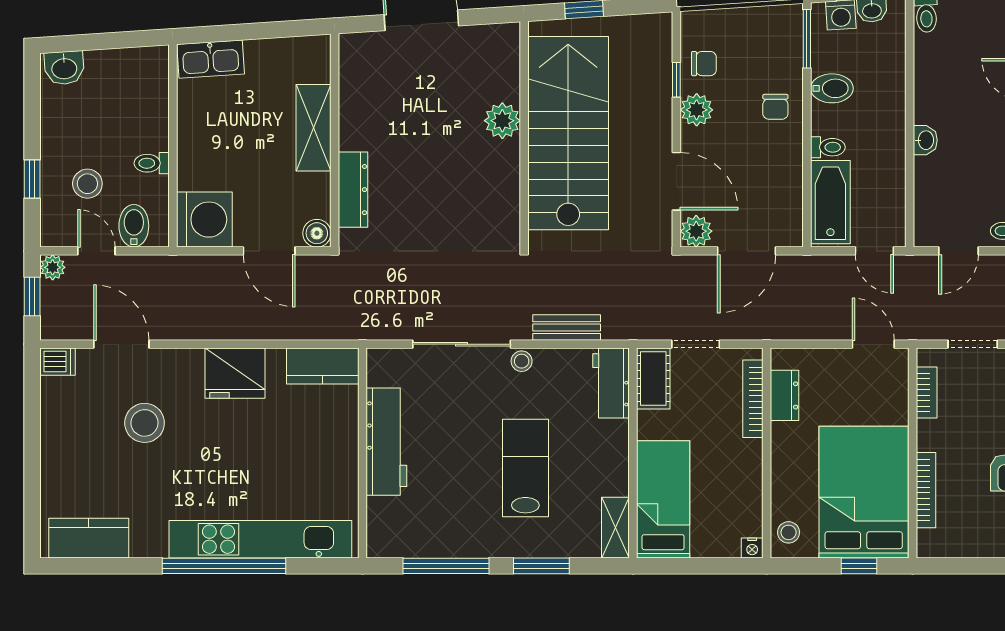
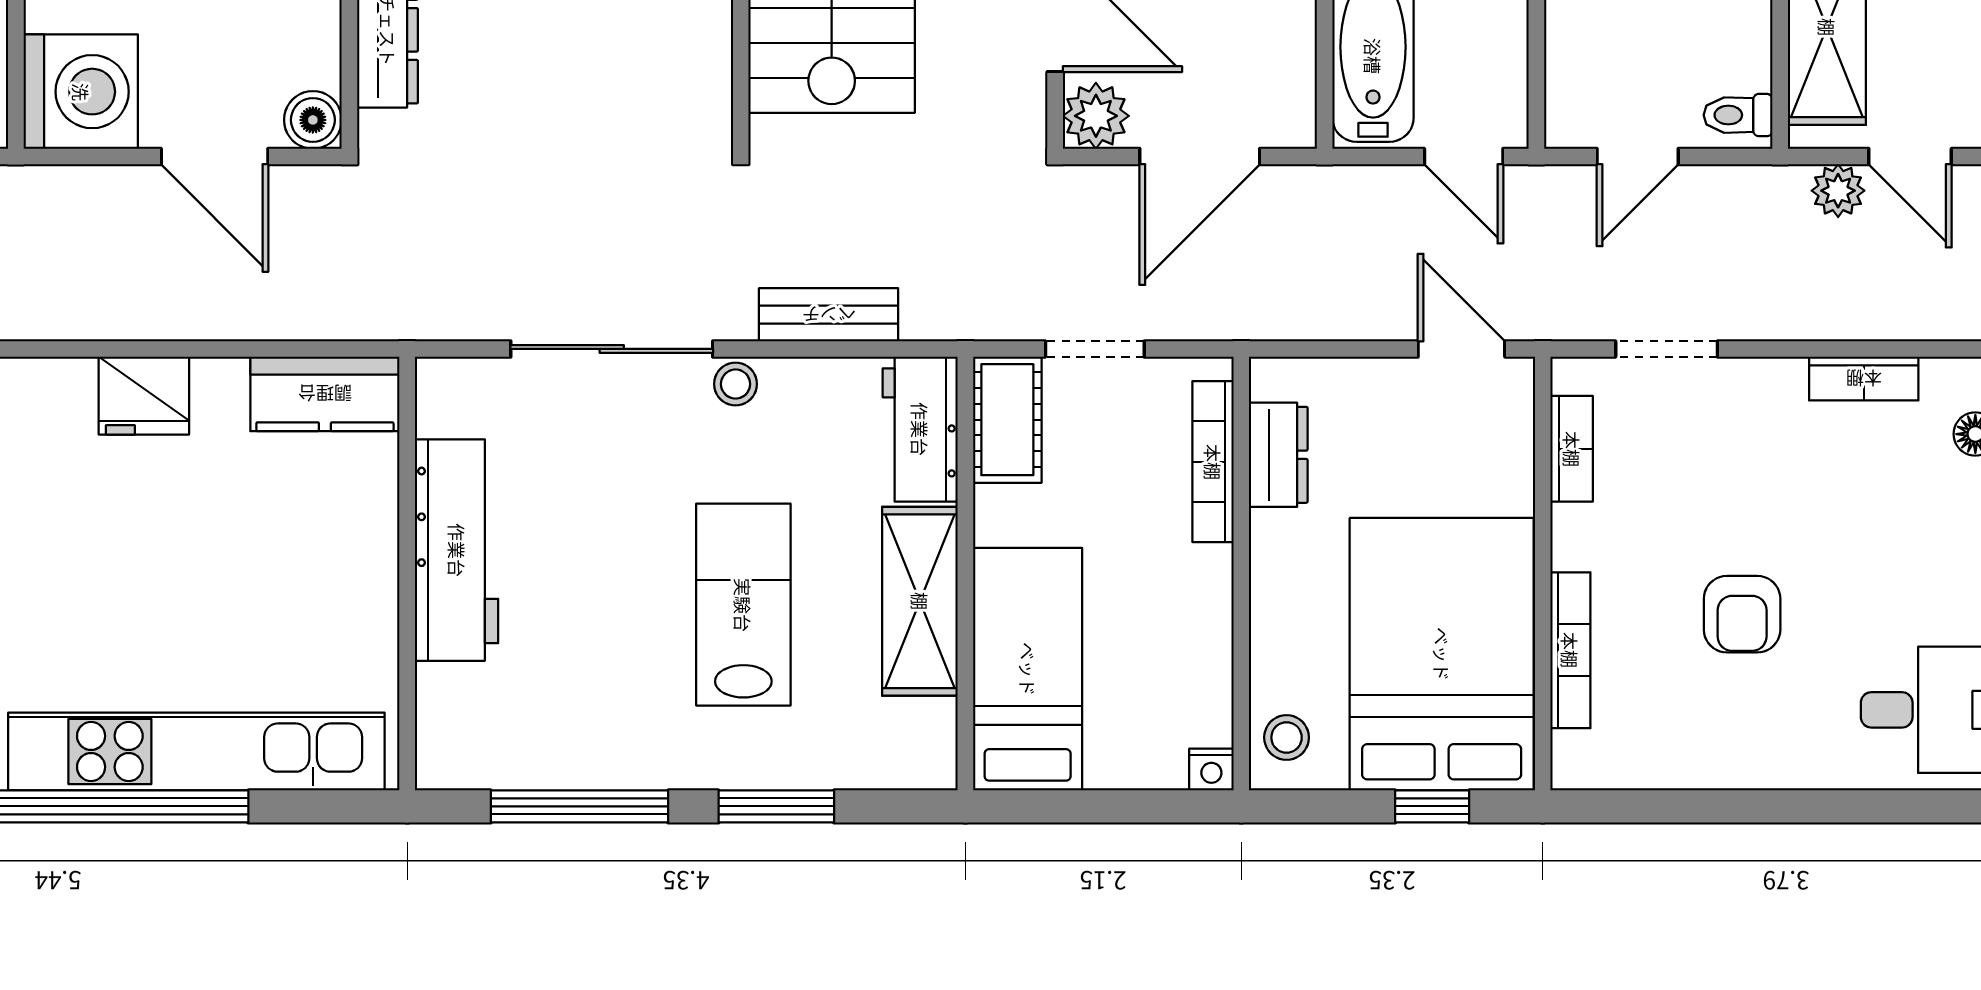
fridge: (235, 373) -> (144, 396), width x0.73, depth x0.75
shelving: (615, 528) -> (920, 601), moved, width x1.50, depth x1.33

